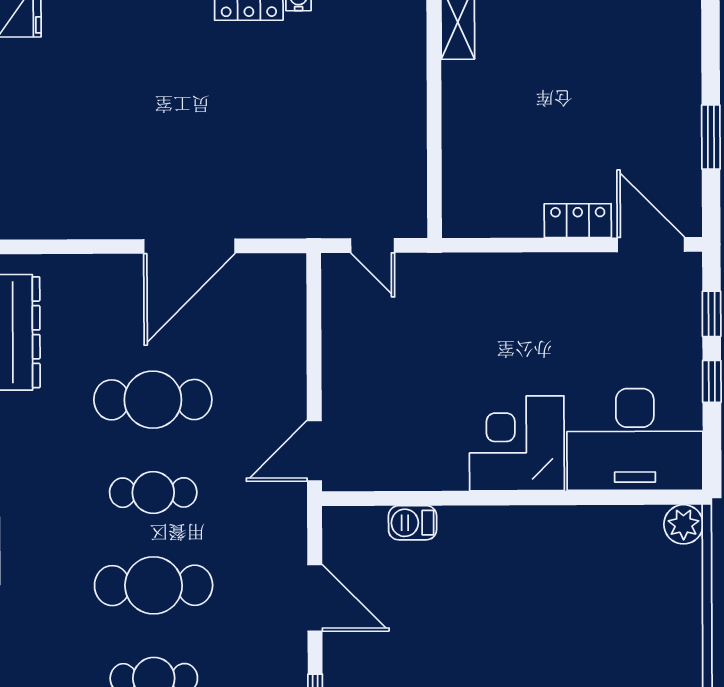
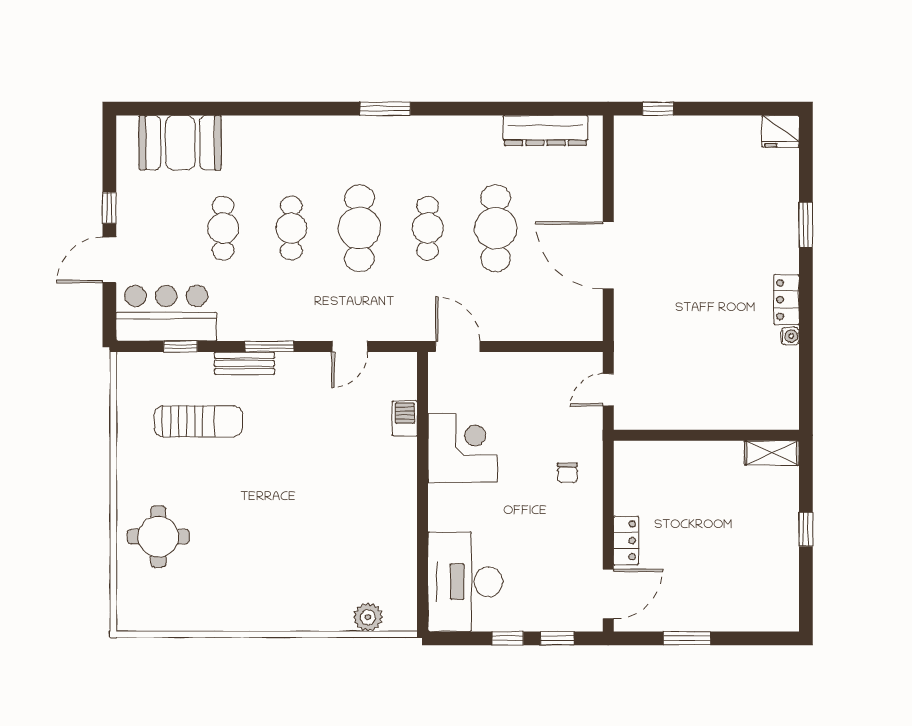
chair: (486, 301) -> (567, 473), added
corner desk: (517, 443) -> (463, 448), moved
plant: (683, 524) -> (368, 617), moved
door: (315, 598) -> (350, 347), width x0.73

